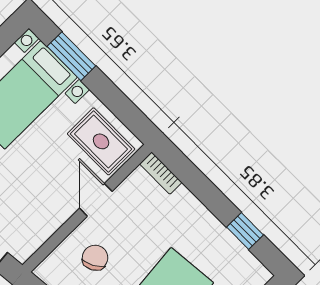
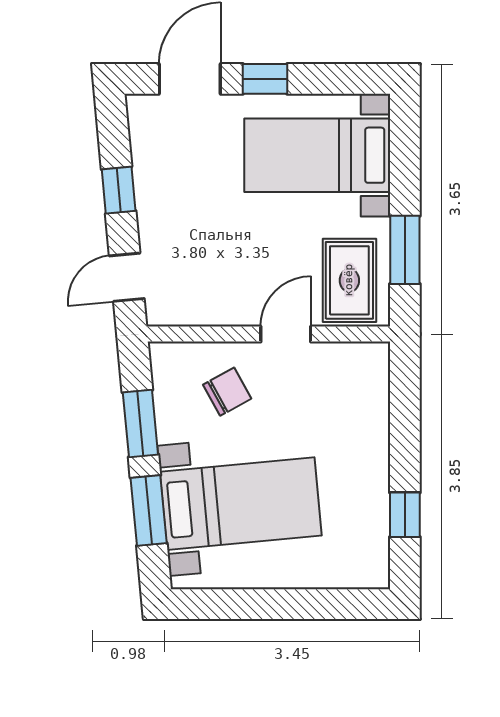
window: (71, 56) -> (405, 250), moved
bookcase: (161, 173) -> (378, 372), removed

